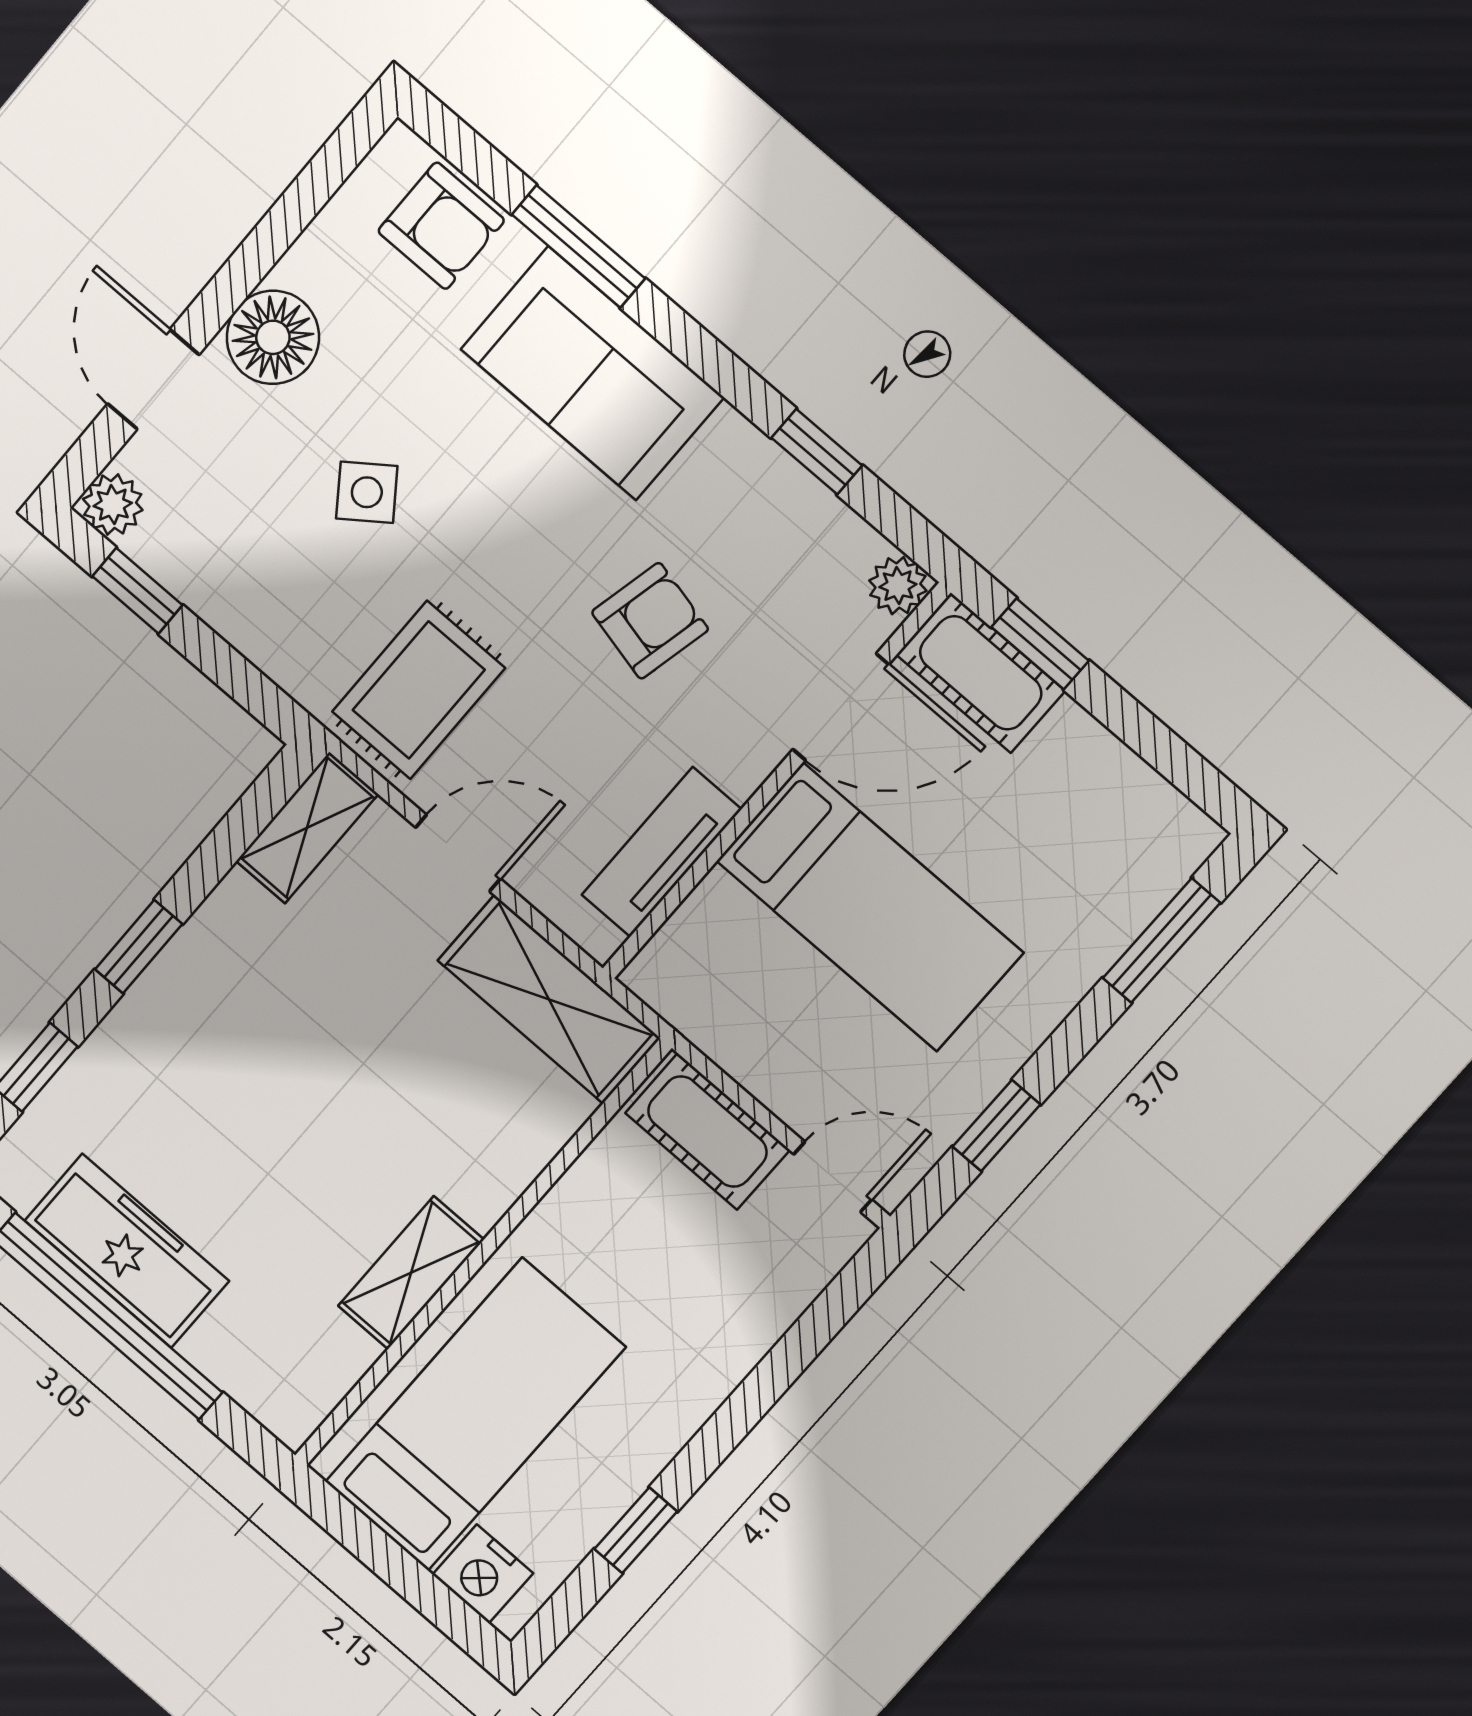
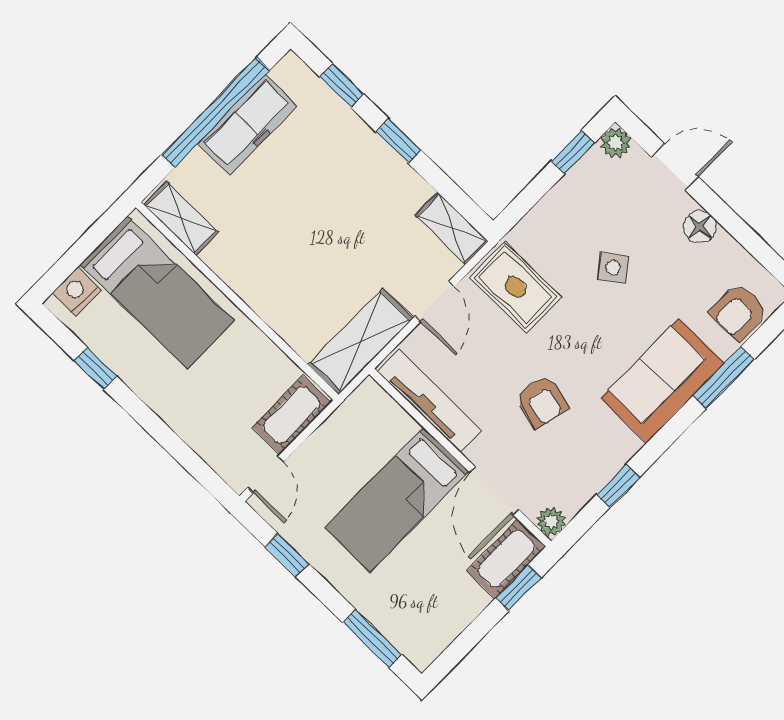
floor lamp: (273, 337) -> (700, 227), width x0.73, depth x0.73
tv unit: (661, 852) -> (429, 401), width x1.41
shelving: (411, 1273) -> (181, 218), moved

